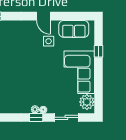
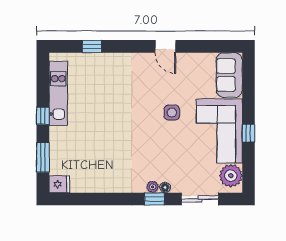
sofa: (74, 29) -> (229, 75), moved, turned 90
side table: (49, 41) -> (172, 113), moved
window: (99, 51) -> (249, 133), moved

